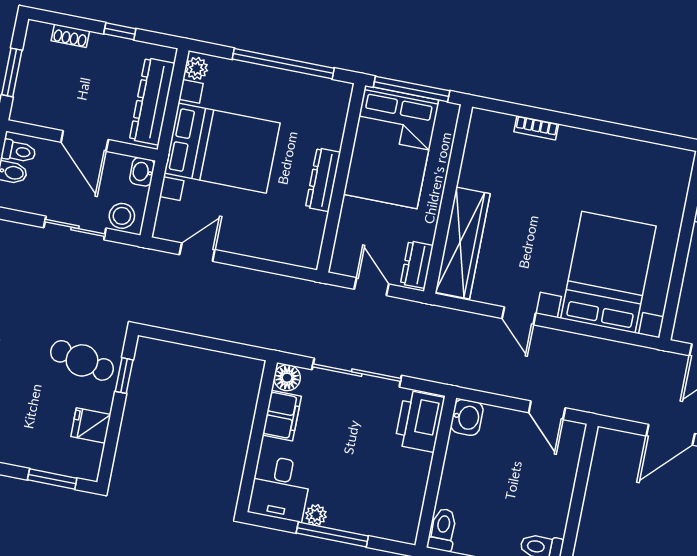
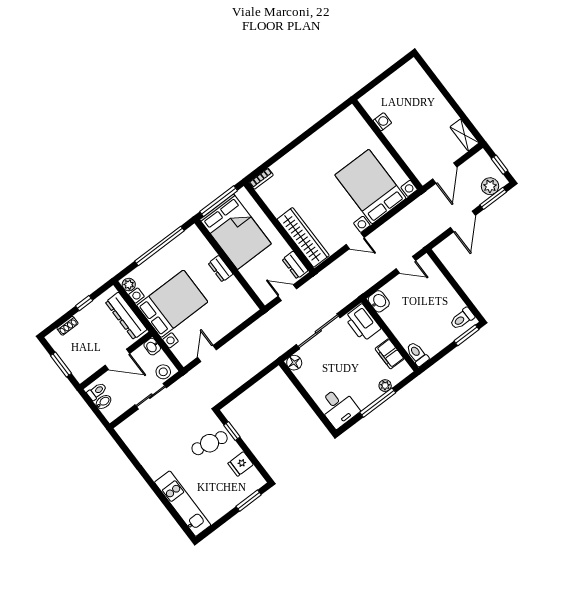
bookcase: (536, 128) -> (261, 179), moved
dresser: (323, 180) -> (221, 269), width x0.70
filing cabinet: (282, 416) -> (390, 354), moved, turned 180
plant: (316, 515) -> (385, 386), moved

